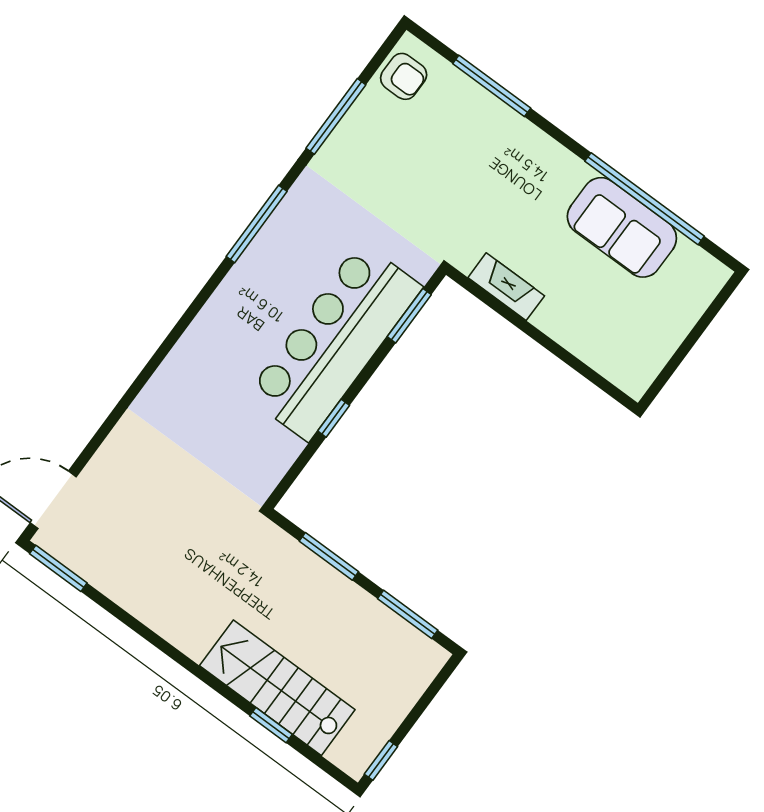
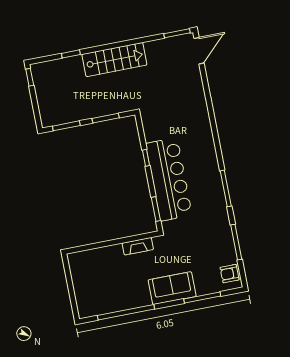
sofa: (622, 227) -> (172, 288), moved
stairs: (277, 688) -> (114, 60), moved

